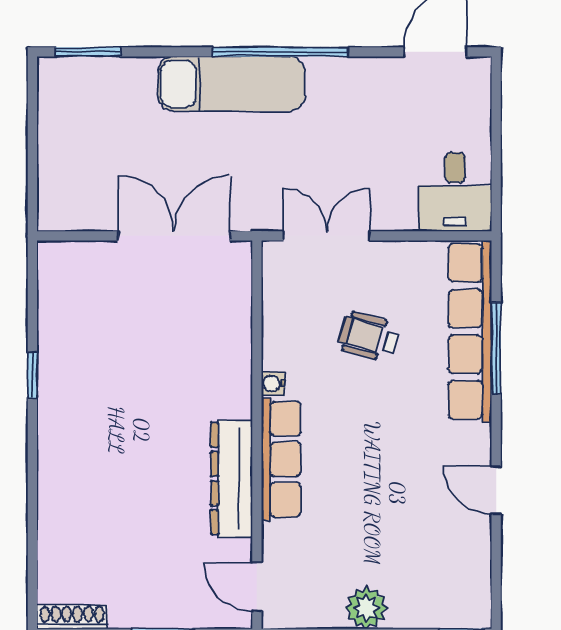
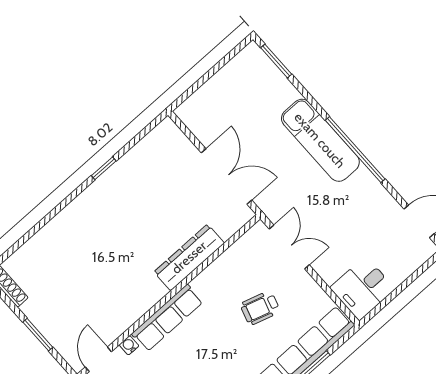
wheelchair: (369, 336) -> (260, 308), turned -89
water cooler: (273, 384) -> (129, 345), moved
dresser: (232, 479) -> (189, 257), moved

